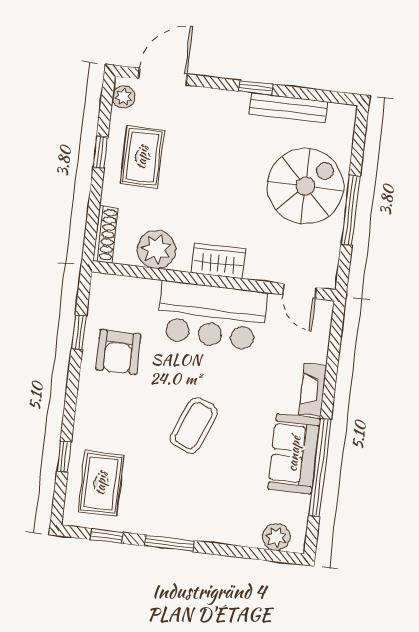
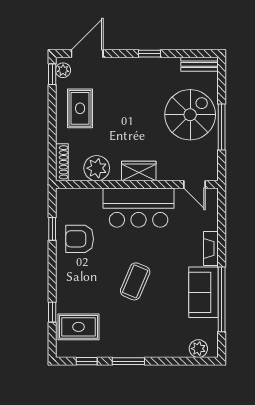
bench: (288, 108) -> (200, 64), moved, width x0.73
window: (100, 152) -> (52, 74), moved
armchair: (118, 352) -> (80, 239), turned 90
rug: (101, 483) -> (78, 327), turned 90

